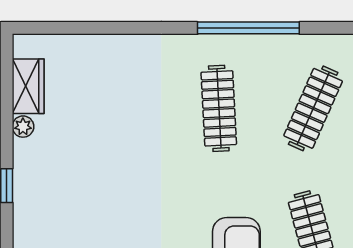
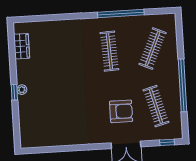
plant: (23, 127) -> (22, 90), moved

